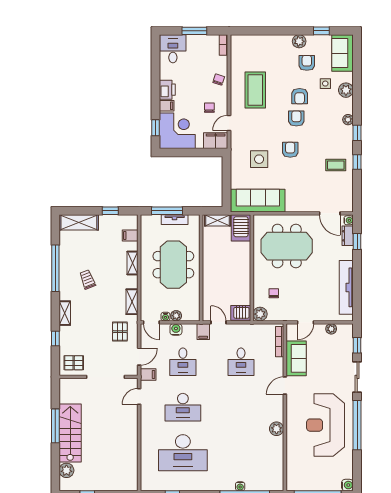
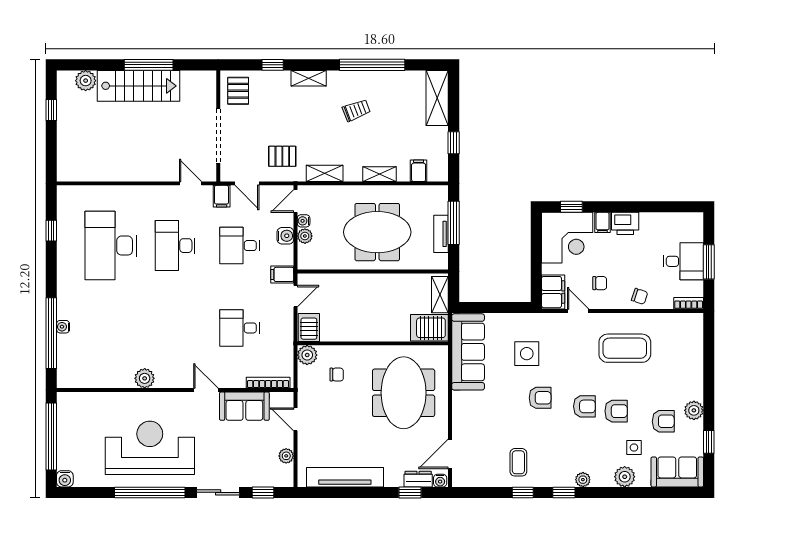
desk: (173, 49) -> (683, 261), moved
armchair: (300, 96) -> (616, 411), turned 180

